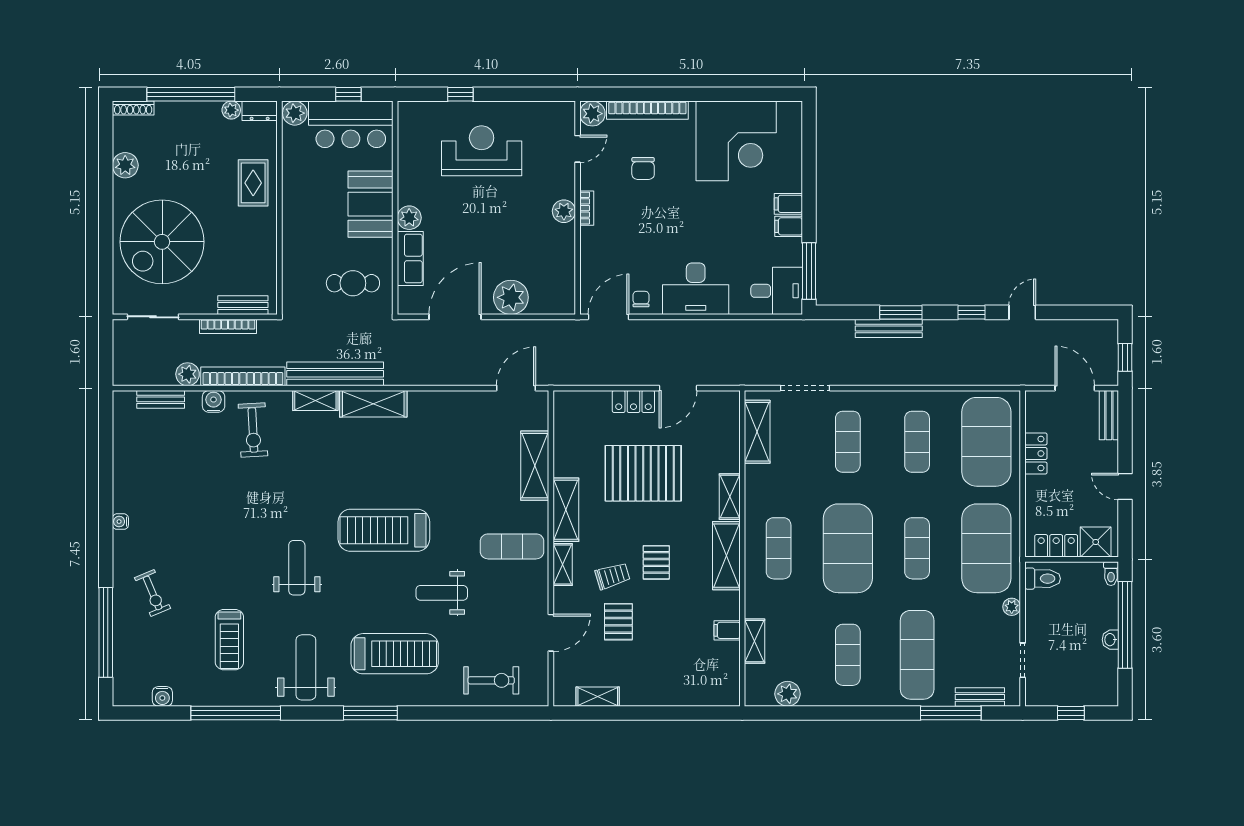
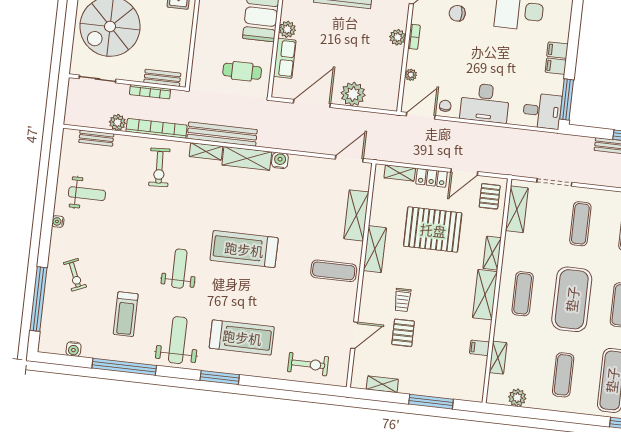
chair: (643, 168) -> (457, 13), turned 90
plant: (588, 261) -> (411, 75), added
water cooler: (214, 401) -> (280, 160), moved
pallet: (656, 562) -> (490, 196), moved
shelving: (563, 565) -> (400, 173), moved, turned 90
trolley: (612, 576) -> (403, 300), turned 107
weight bench: (442, 593) -> (87, 194), moved, turned 180
window: (668, 713) -> (431, 402), added

